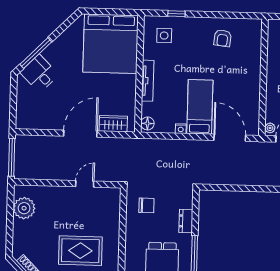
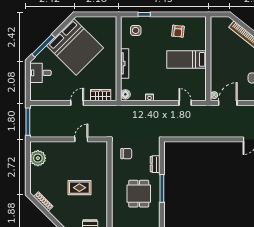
bed: (111, 44) -> (75, 47), moved, turned -45
desk: (39, 74) -> (40, 73), moved, turned -45
bed: (200, 107) -> (187, 59), moved, turned -90
door: (80, 134) -> (77, 103), width x0.53
door: (230, 138) -> (185, 103), width x0.53
rug: (80, 251) -> (79, 188), width x0.73, depth x0.70

